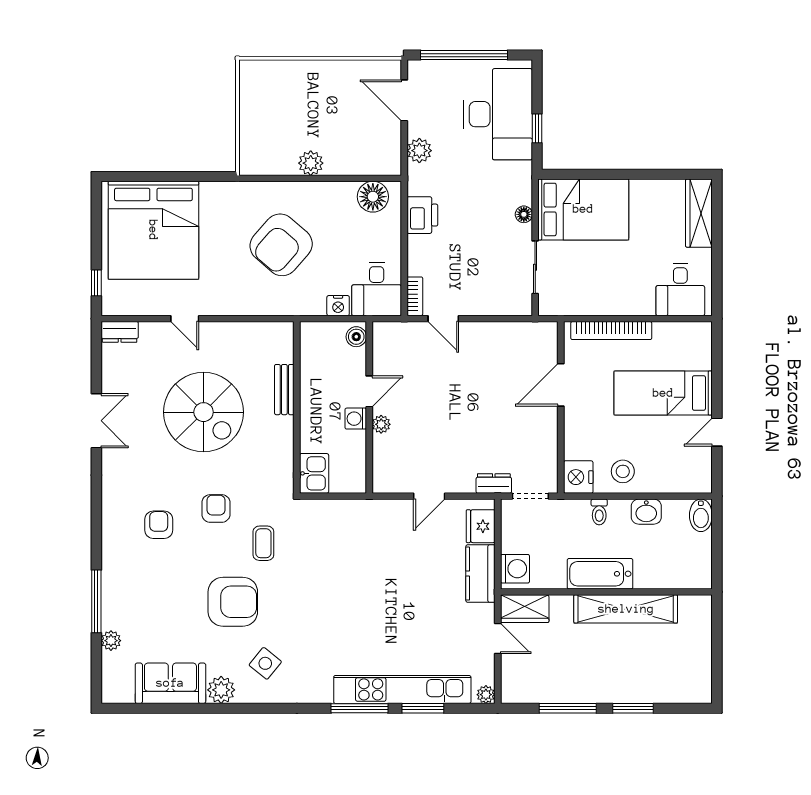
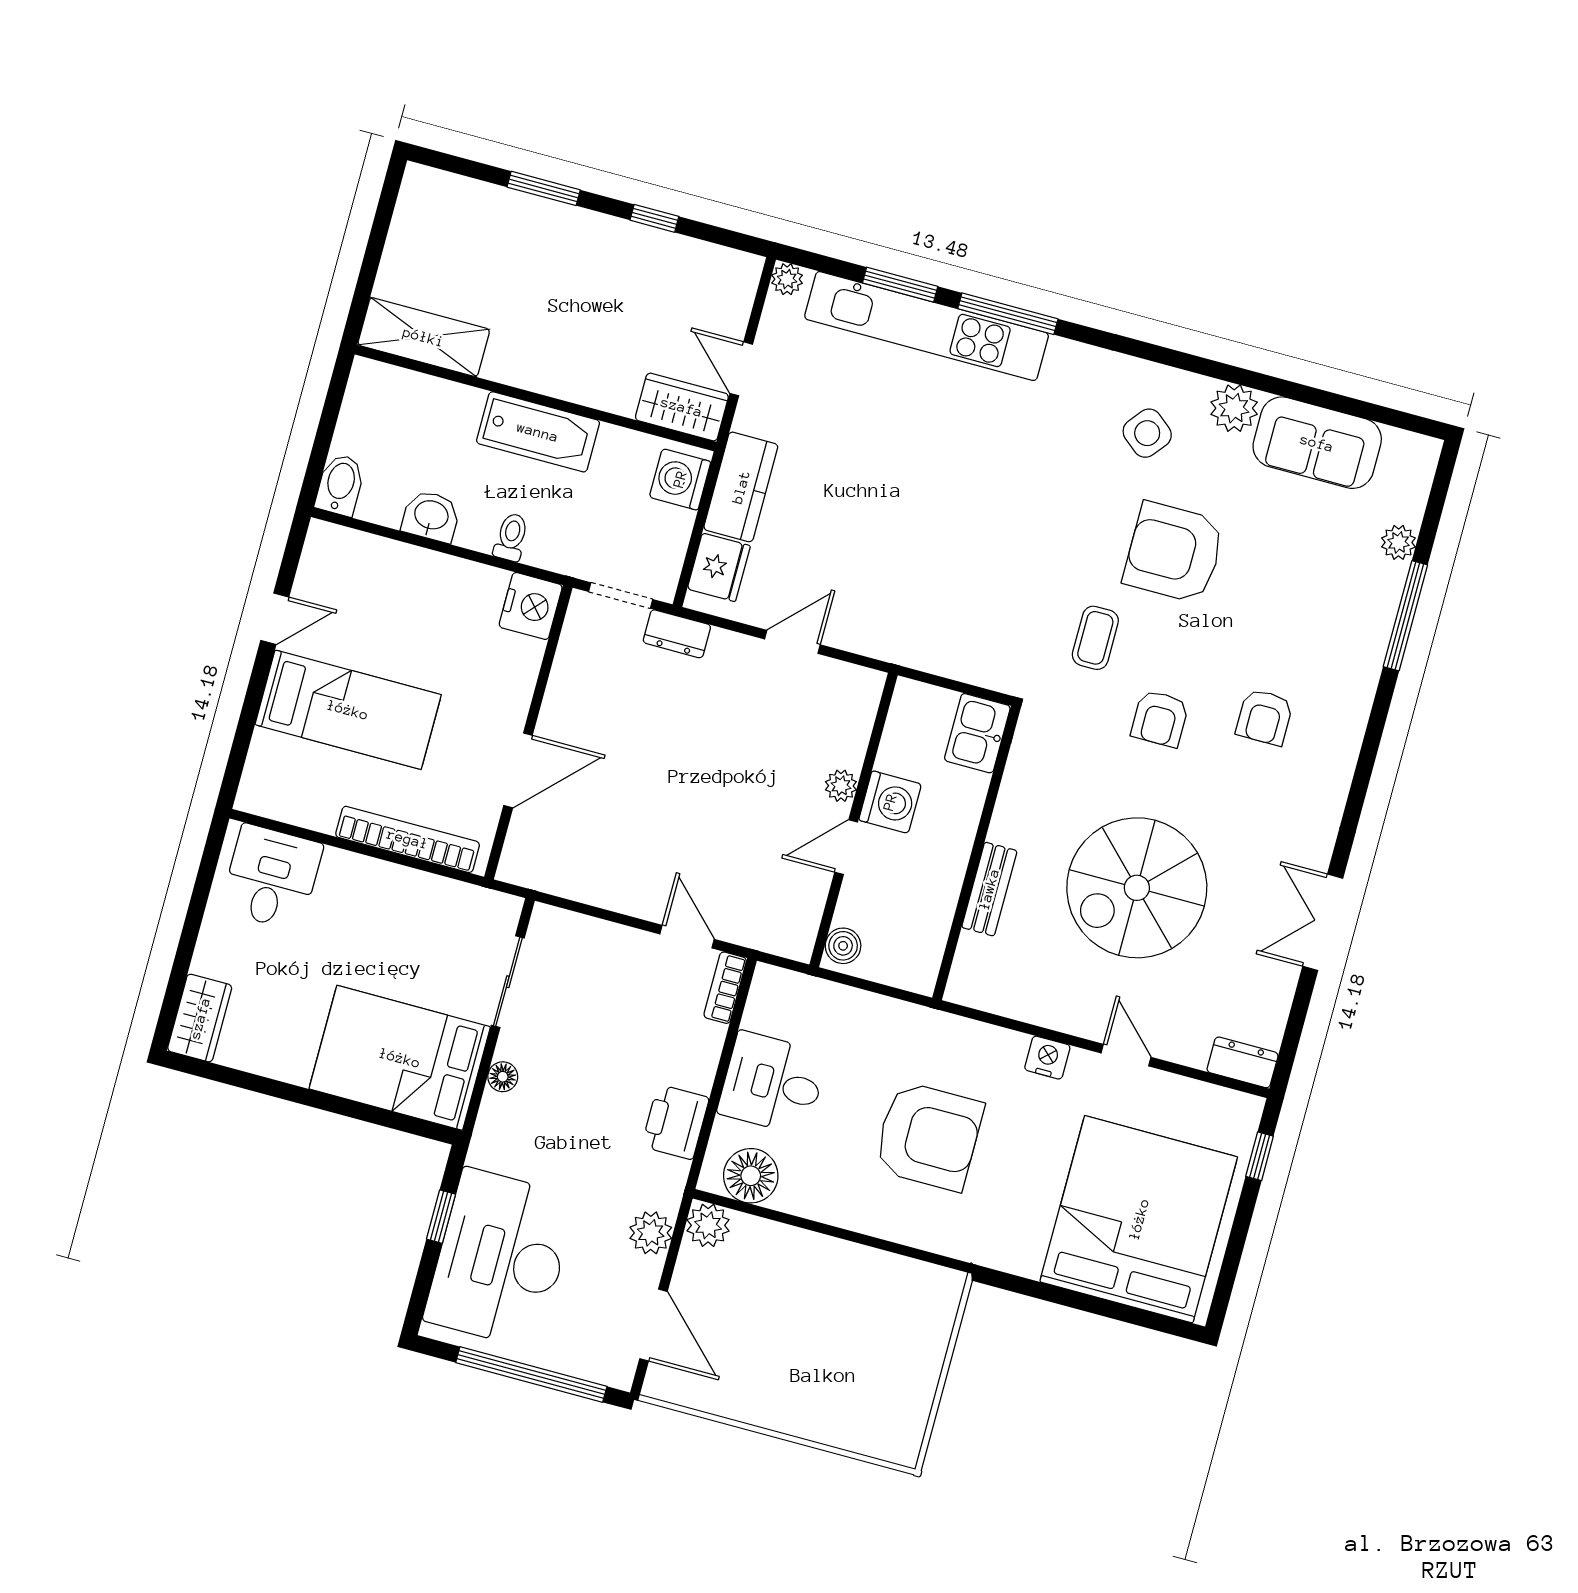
plant: (311, 163) -> (708, 1225), moved
wardrobe: (699, 213) -> (200, 1018), width x0.67
armchair: (281, 245) -> (929, 1136), turned 49
desk: (377, 289) -> (772, 1083), moved, turned -90
nightstand: (338, 306) -> (1047, 1058), moved
spiral stairs: (204, 412) -> (1137, 888), turned -90
washing machine: (356, 419) -> (890, 802), width x1.38, depth x1.38
stool: (623, 471) -> (452, 595), removed
shelving: (626, 609) -> (424, 337), moved, width x0.68
window: (568, 708) -> (654, 218), width x0.46

